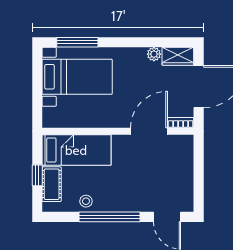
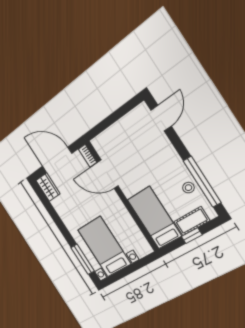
plant: (154, 54) -> (57, 204), removed
window: (109, 217) -> (202, 182), moved

